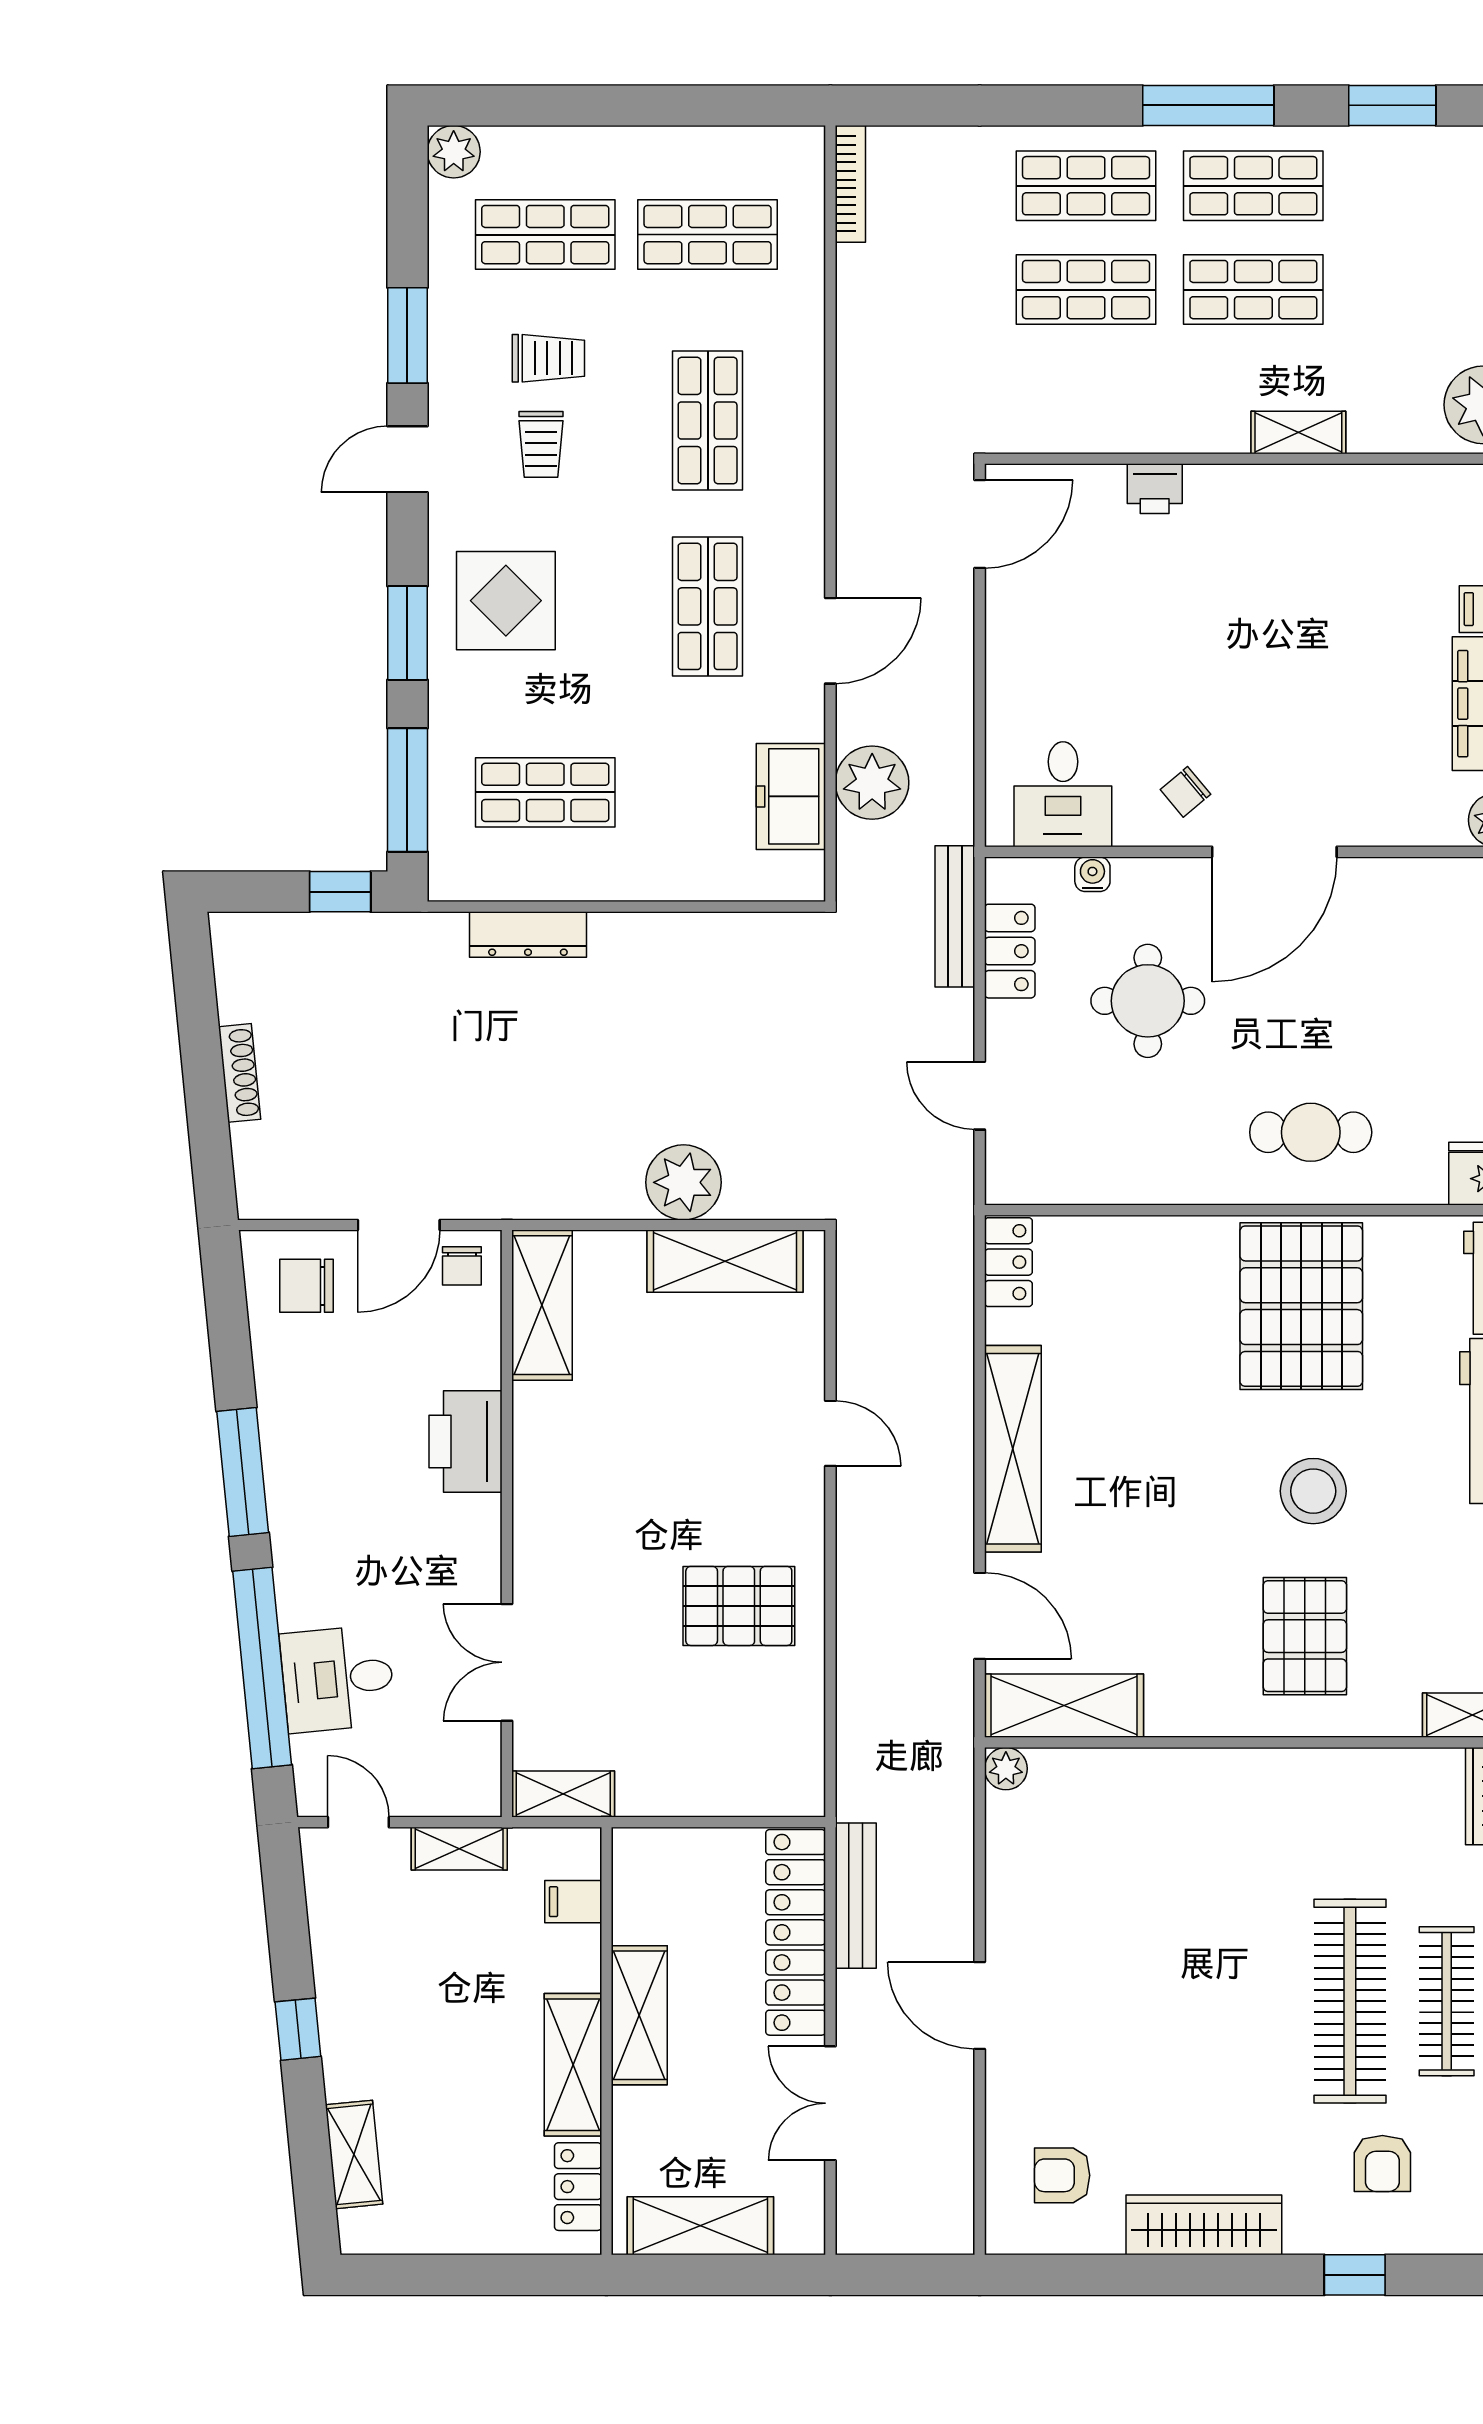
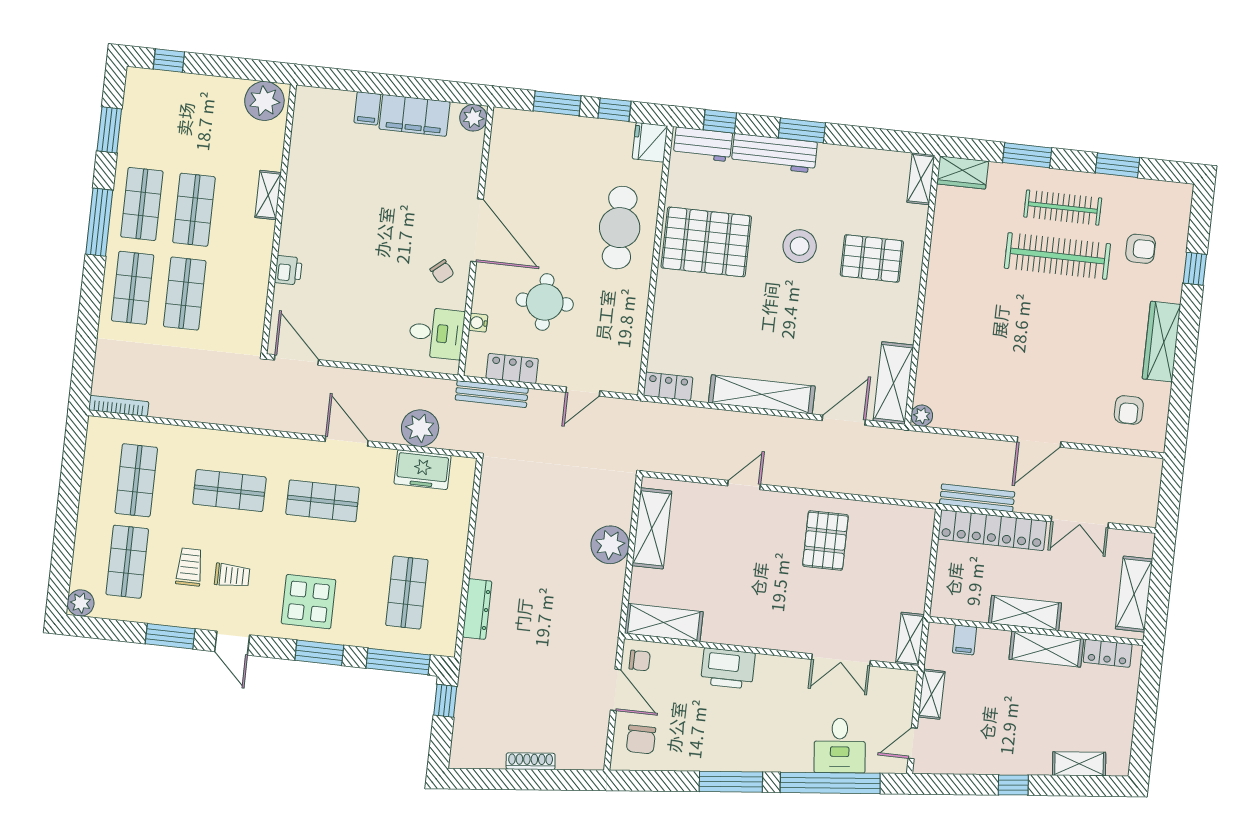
cafe table: (1311, 1132) -> (620, 228), width x1.37, depth x1.35

